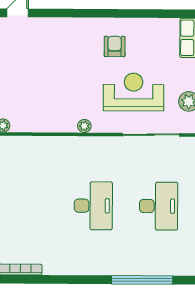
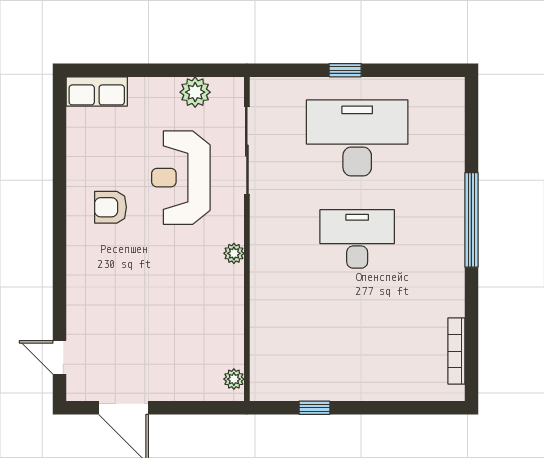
desk: (159, 206) -> (357, 138), width x1.36, depth x1.30
window: (142, 280) -> (471, 220), moved

